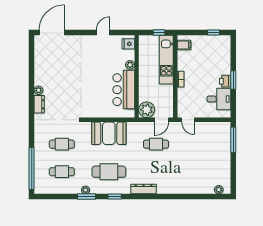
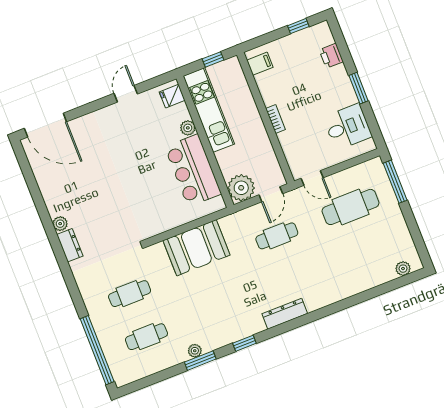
door: (52, 32) -> (45, 125), swing flipped
kitchen unit: (166, 60) -> (209, 110), moved, turned 180
printer: (225, 81) -> (331, 56), moved
cafe table: (109, 172) -> (351, 207), moved

